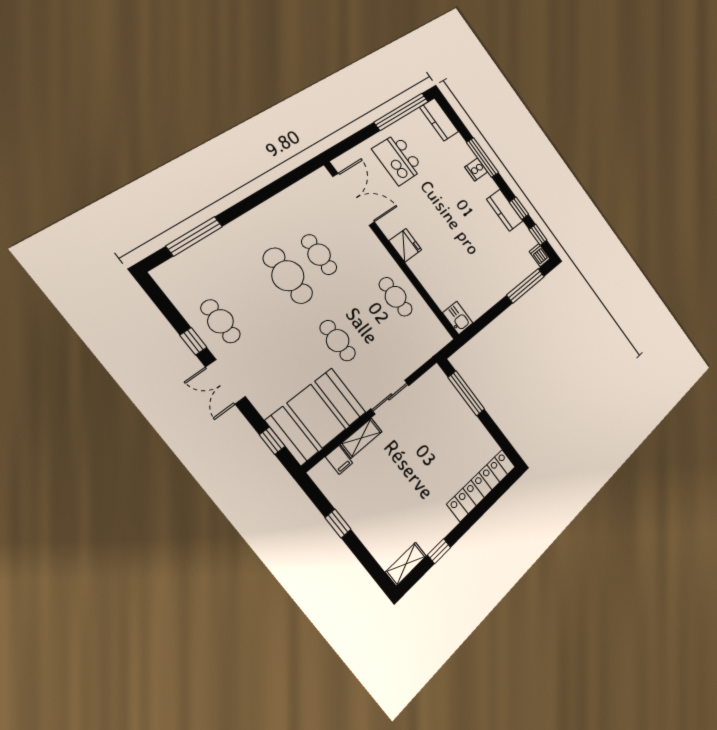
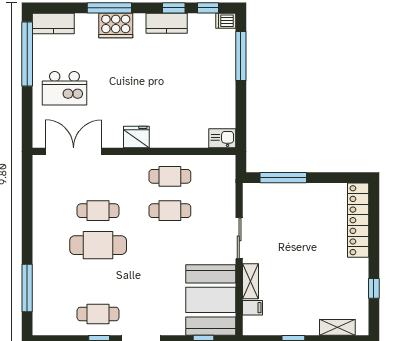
cooker: (476, 169) -> (116, 25), width x1.87, depth x1.31
cafe table: (338, 341) -> (170, 211), moved
shelving: (406, 564) -> (337, 327), moved, turned 90

